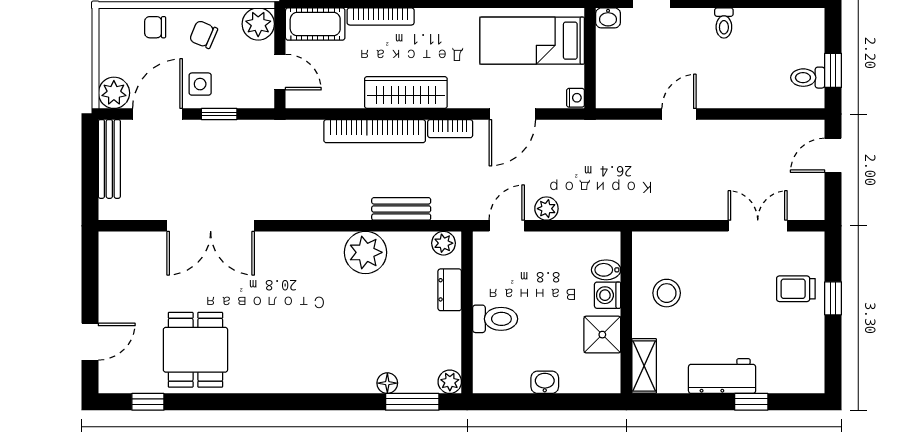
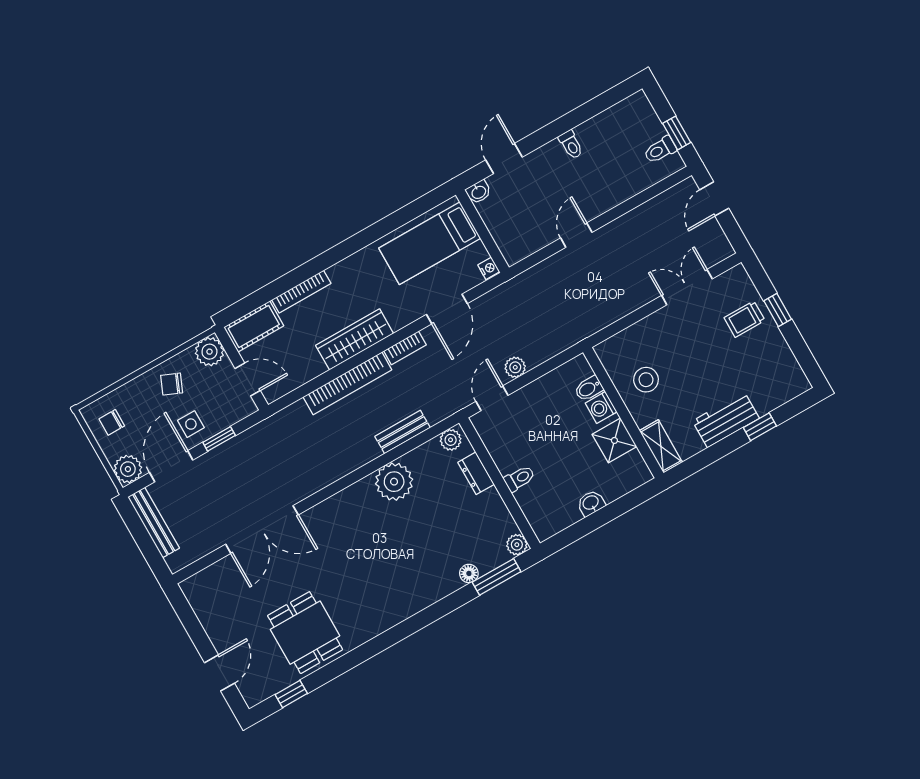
chair: (155, 27) -> (112, 422), moved
toilet: (495, 319) -> (519, 479), width x0.73, depth x0.72

